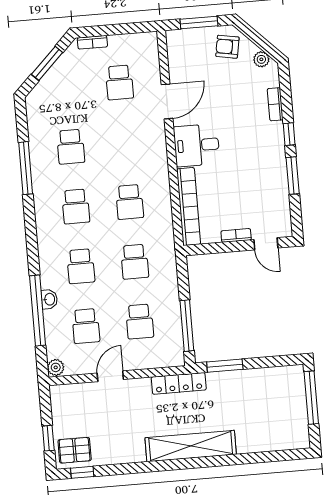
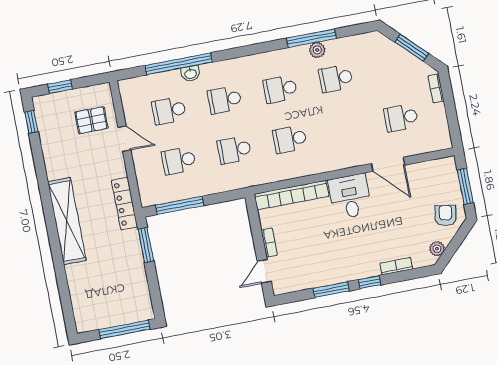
plant: (56, 367) -> (317, 50), moved
pallet: (75, 450) -> (91, 120), moved, turned 90

